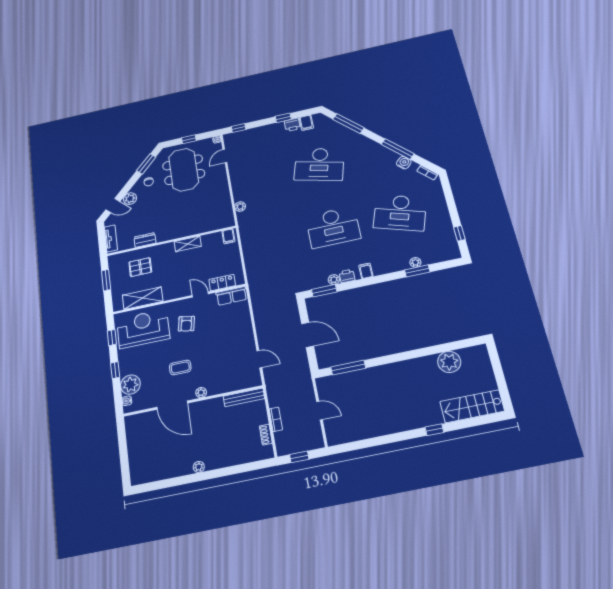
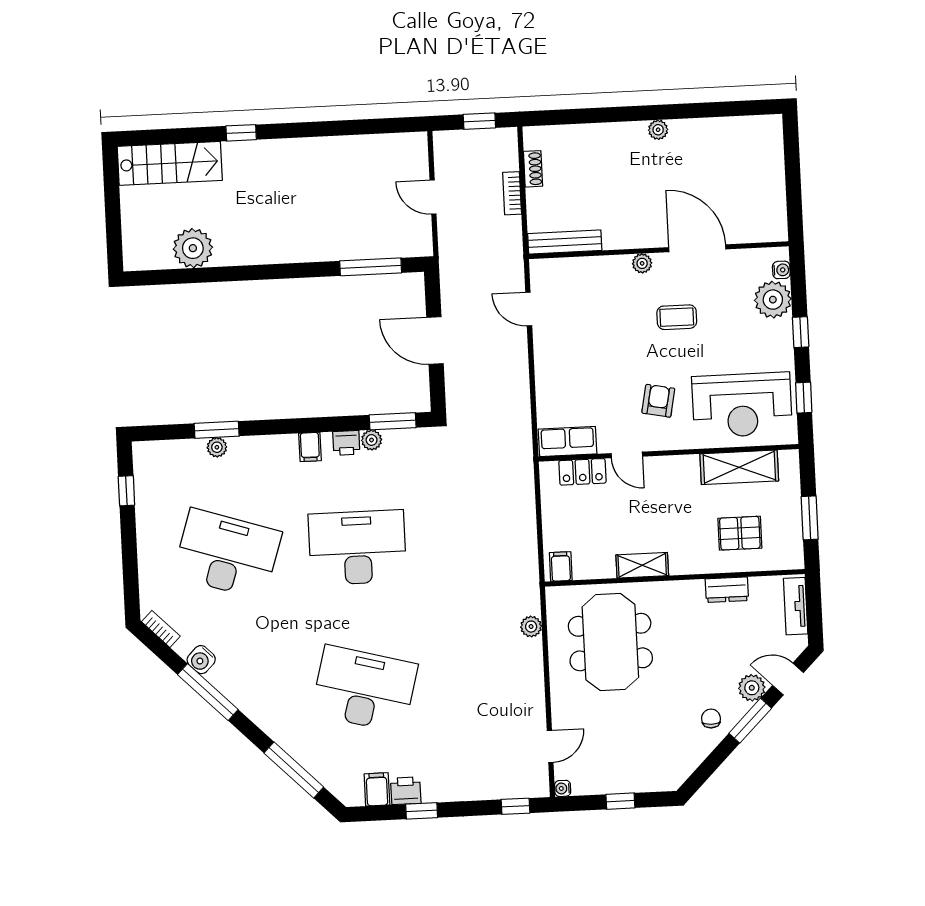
window: (146, 164) -> (750, 721), moved
meeting table: (184, 170) -> (610, 642), moved

